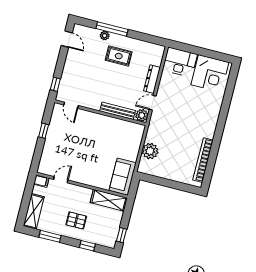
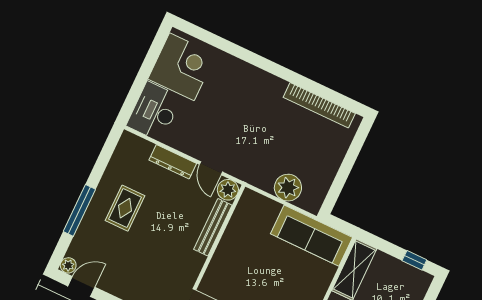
plant: (105, 36) -> (68, 265), moved
sofa: (123, 177) -> (312, 236), width x1.36

